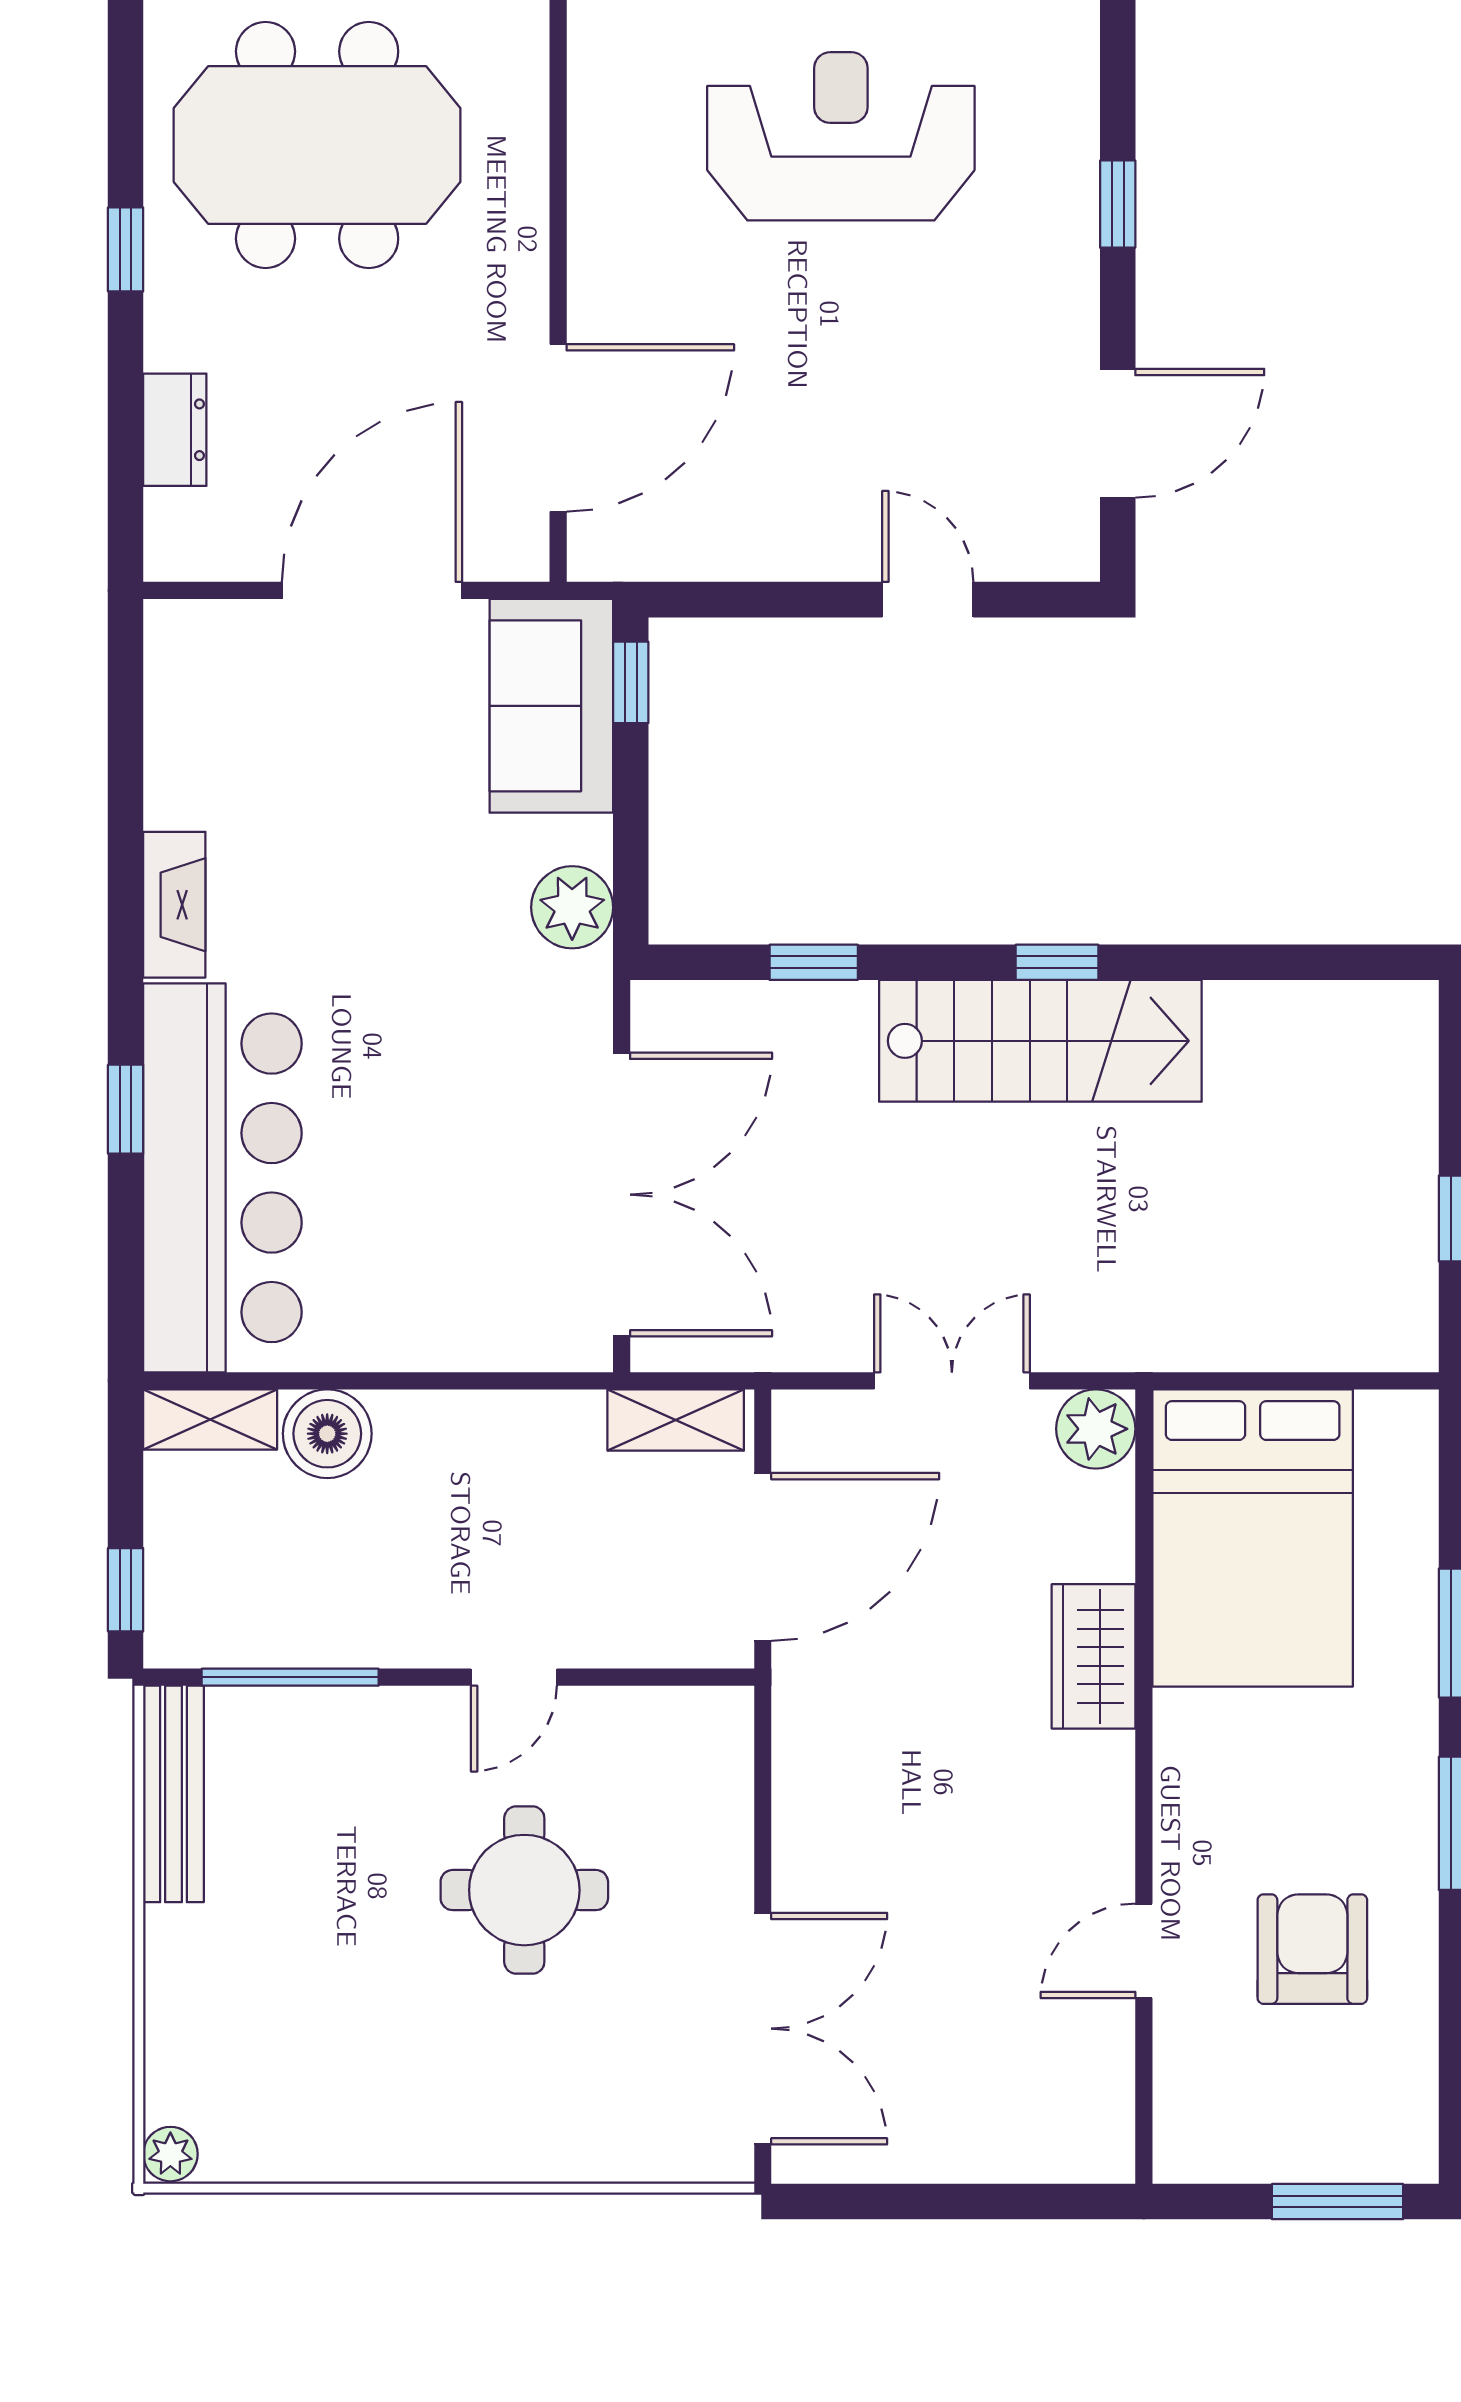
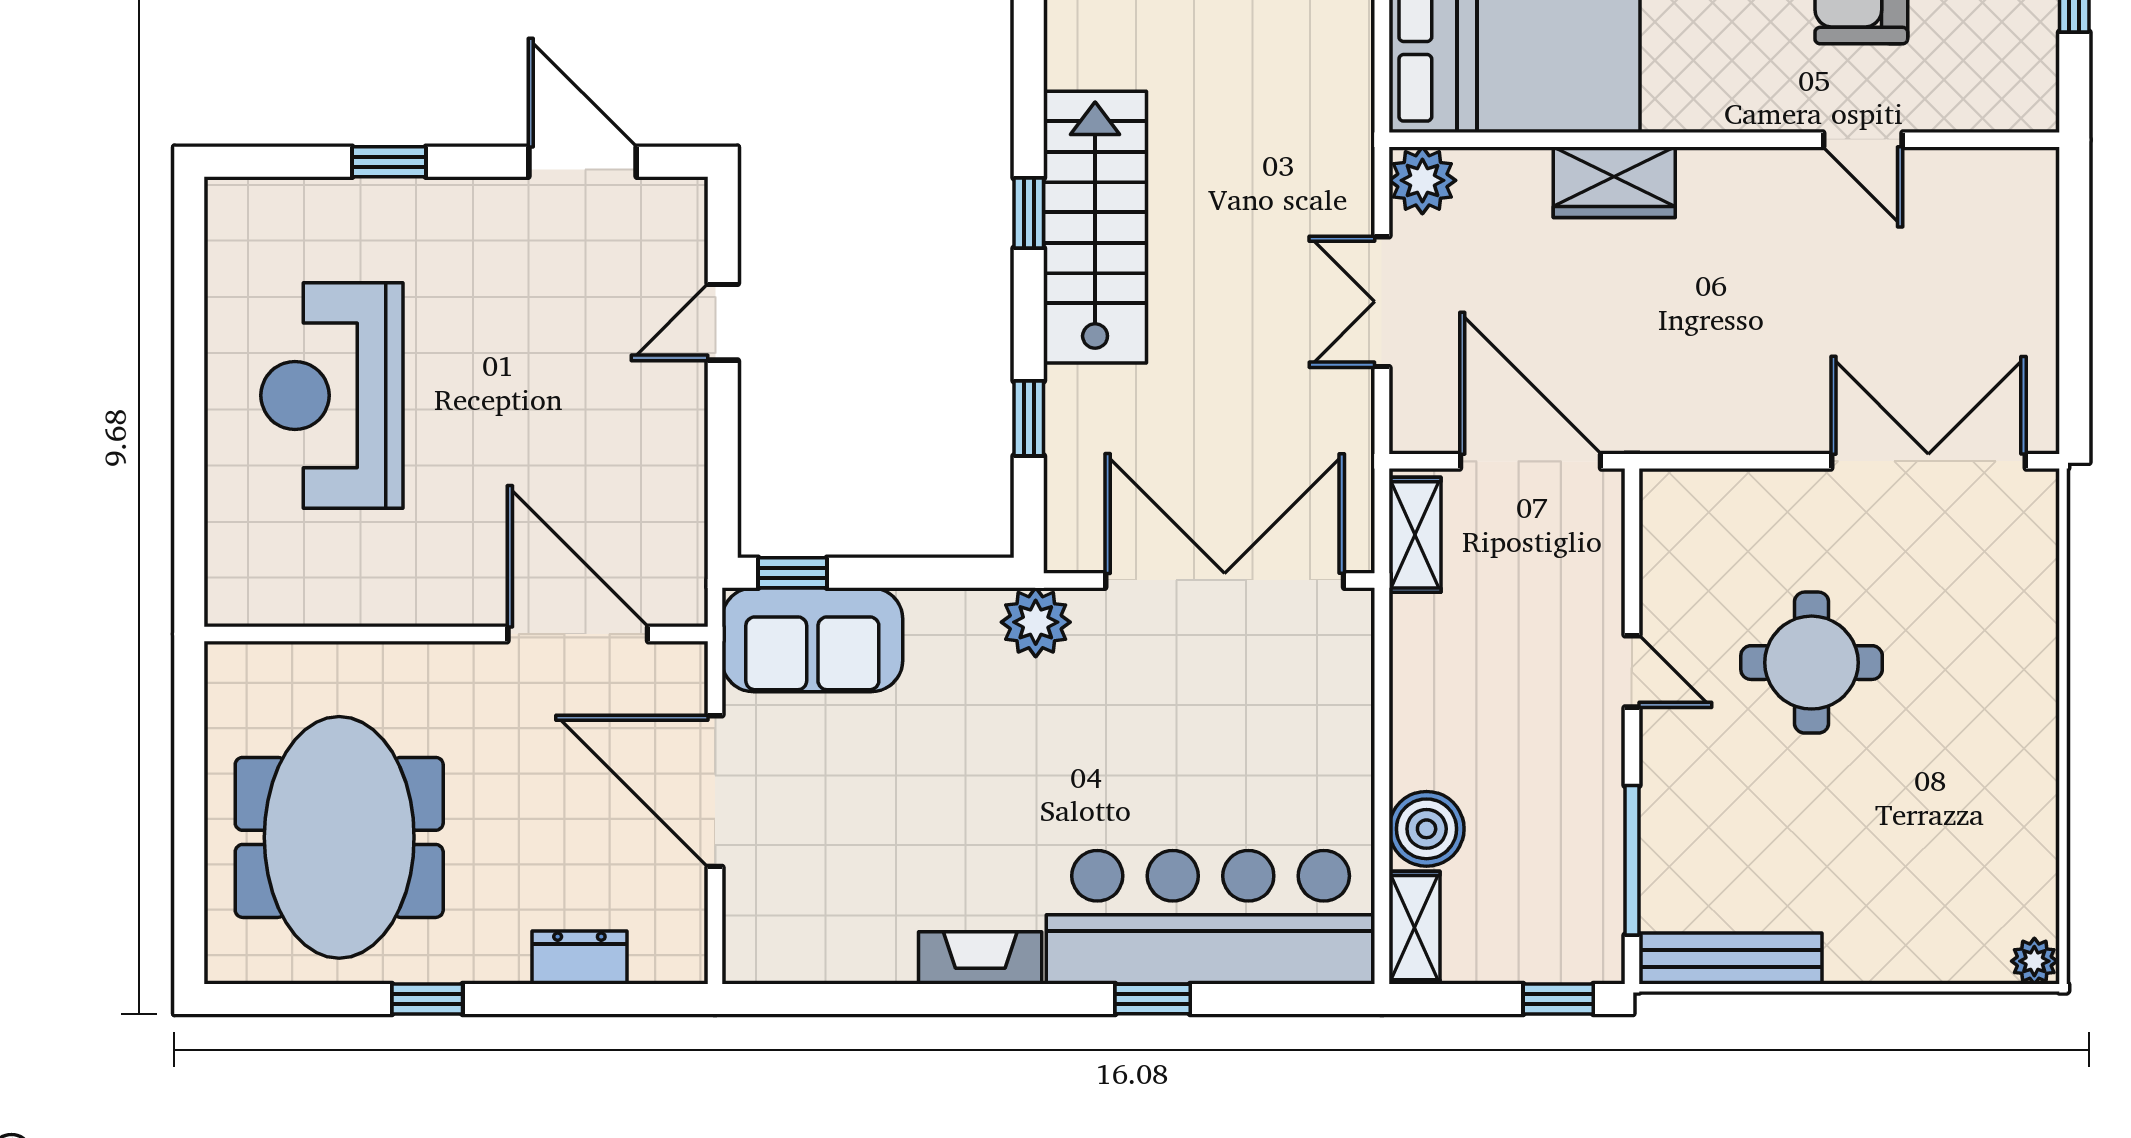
plant: (572, 907) -> (1036, 622), moved

